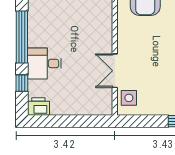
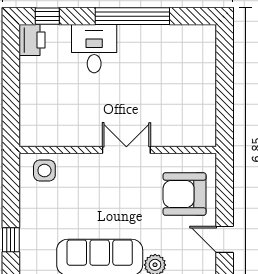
double door: (115, 71) -> (126, 150), moved
window: (22, 83) -> (47, 16), moved

